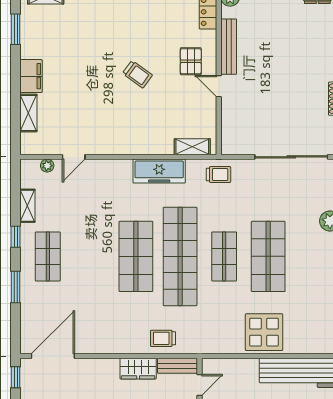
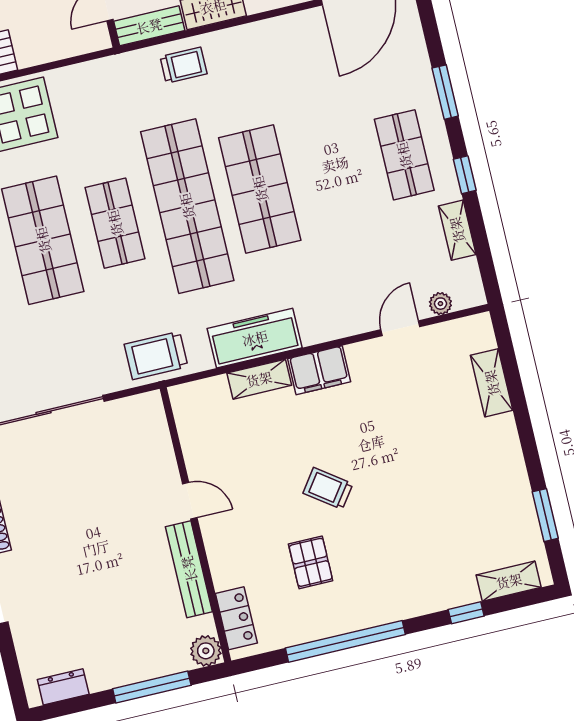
pallet: (191, 61) -> (311, 562), moved
filing cabinet: (31, 76) -> (319, 370), moved, turned -90
shelving: (192, 147) -> (259, 379), moved
trolley: (218, 174) -> (156, 355), width x1.36, depth x1.39

